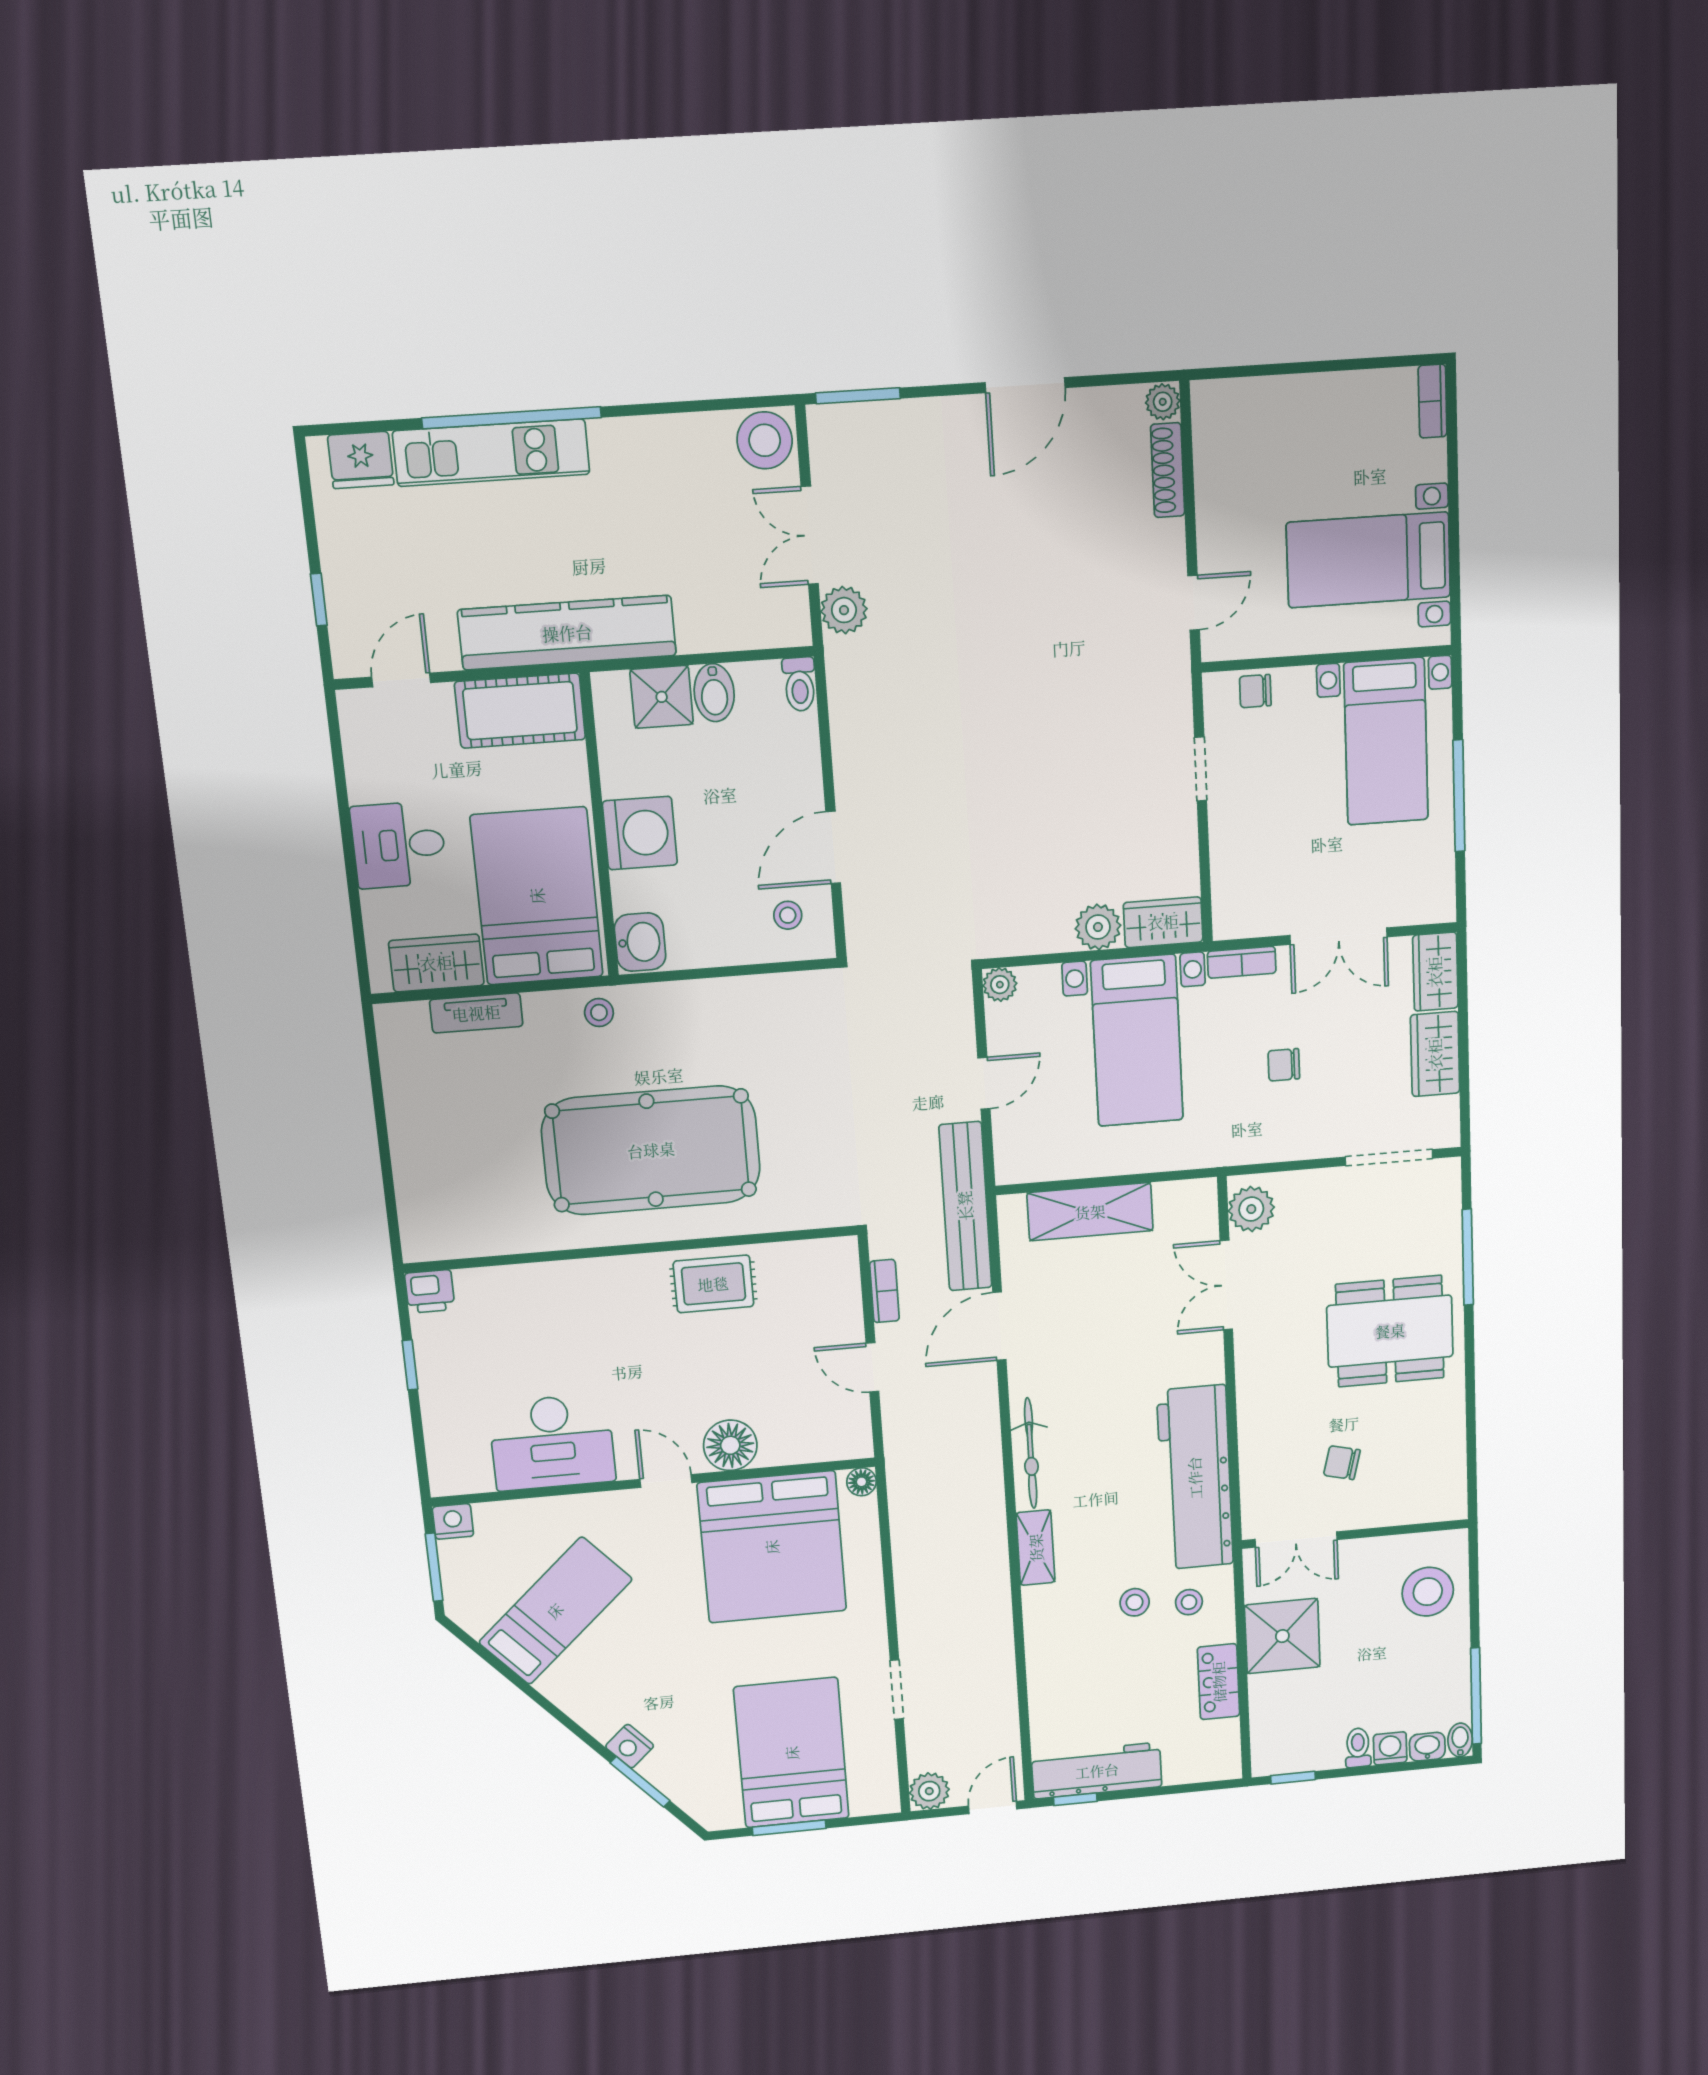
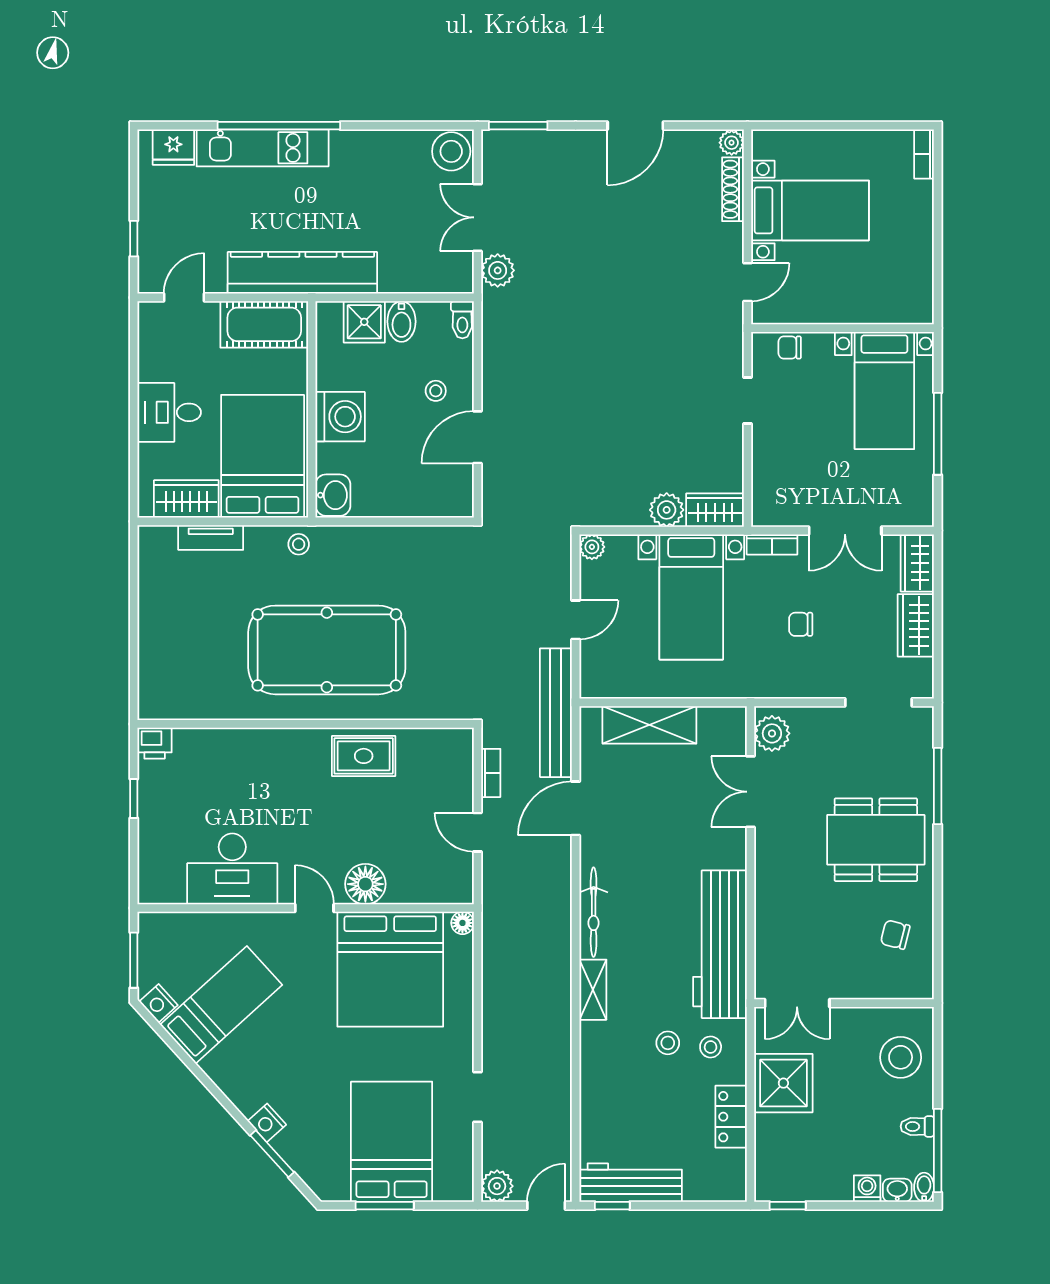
bed with nightstands: (1368, 560) -> (810, 210), moved, turned 180
stool: (788, 915) -> (436, 391), moved
chair: (1342, 1463) -> (895, 935), moved
nightstand: (453, 1521) -> (158, 1003), moved, turned -132
toilet: (1358, 1748) -> (917, 1126), moved, turned -90

